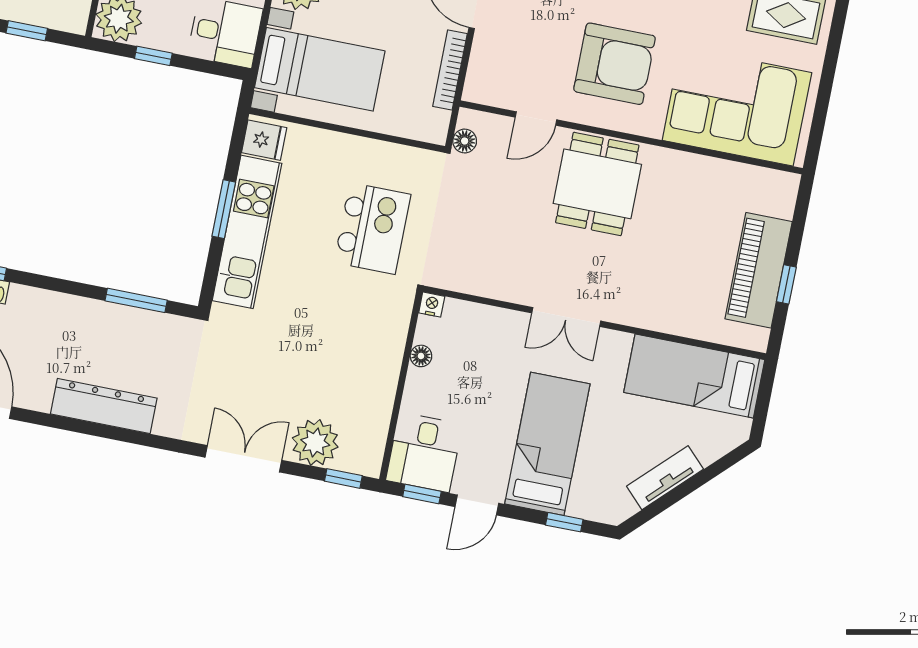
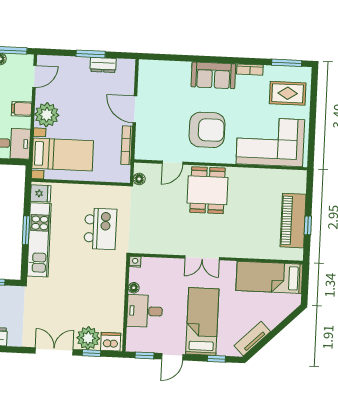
desk: (424, 452) -> (145, 311), moved, turned 90
dishwasher: (359, 456) -> (111, 342), added
window: (343, 478) -> (92, 353), moved
tv unit: (665, 478) -> (252, 339), moved

